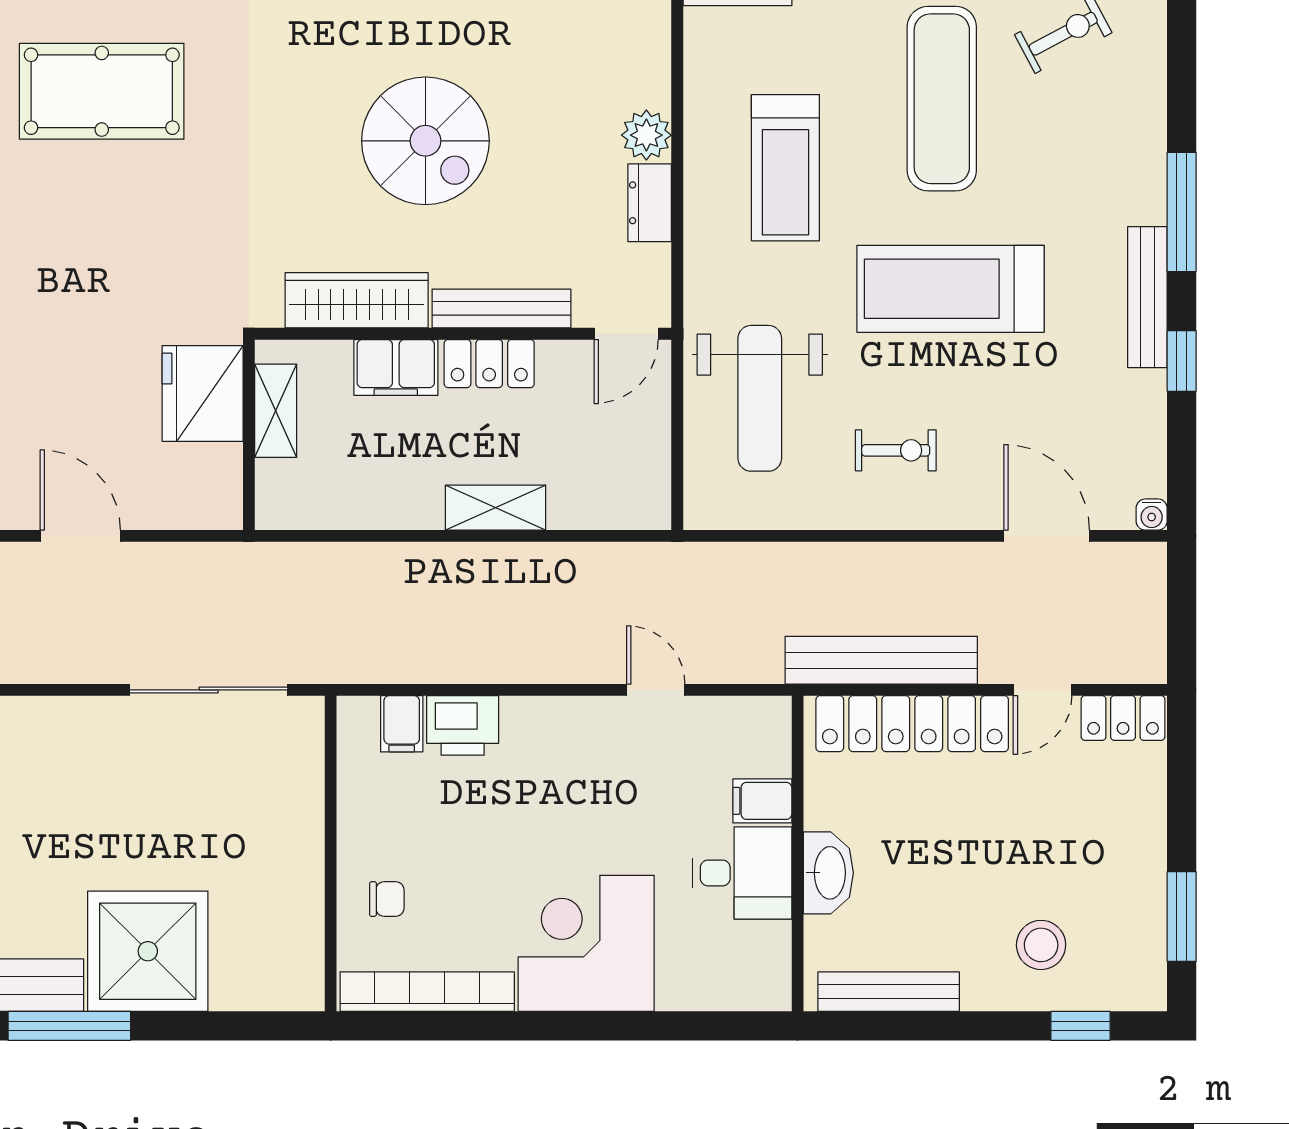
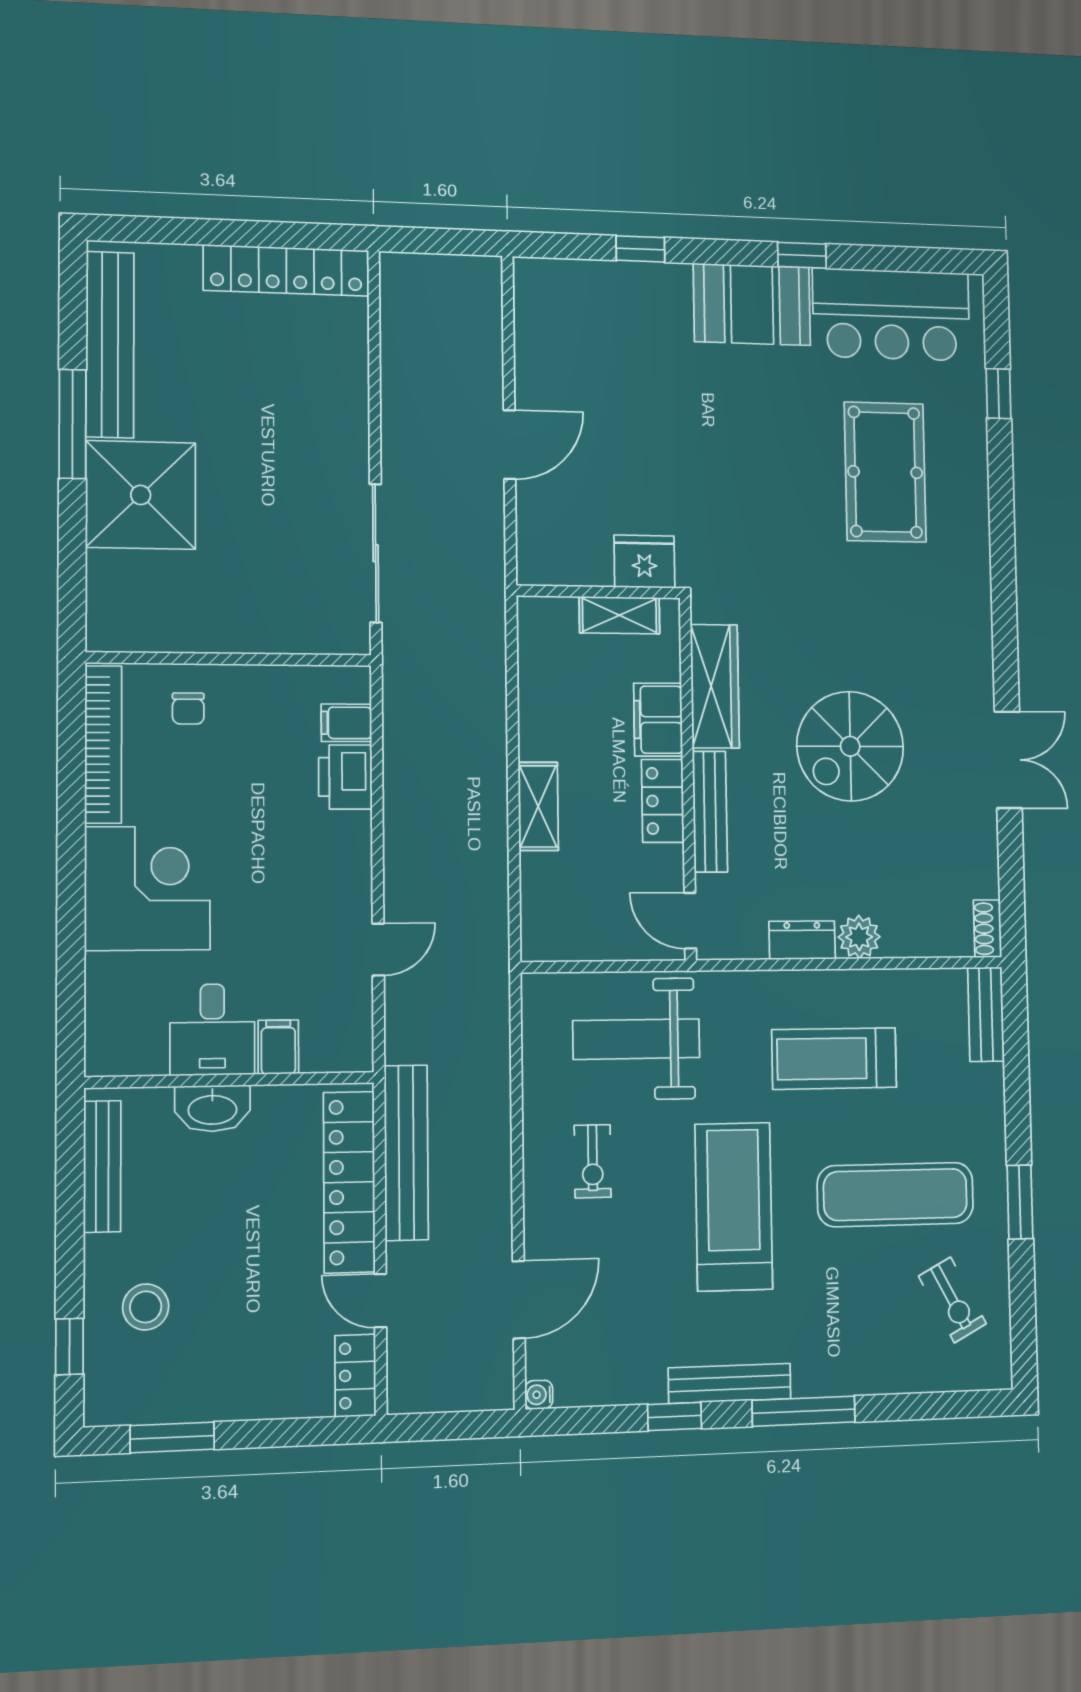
fridge: (203, 393) -> (644, 561), width x0.73, depth x0.75

